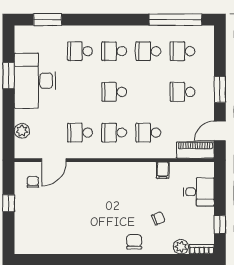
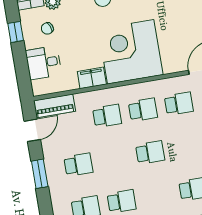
school desk: (114, 51) -> (157, 195), removed
filing cabinet: (163, 170) -> (92, 78), width x2.00
corner desk: (116, 188) -> (131, 52), added
chair: (158, 218) -> (47, 28), moved

